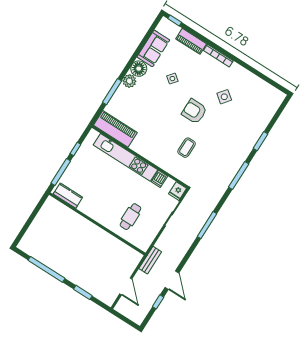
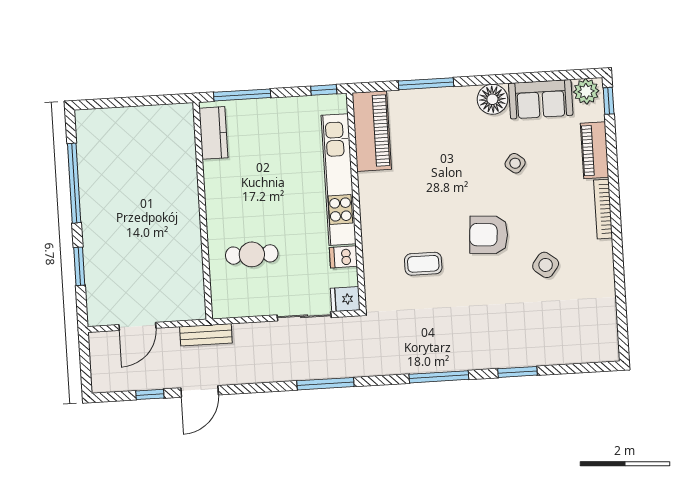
plant: (129, 81) -> (586, 91), moved
armchair: (194, 111) -> (489, 235), turned -86
window: (75, 149) -> (324, 90), moved

